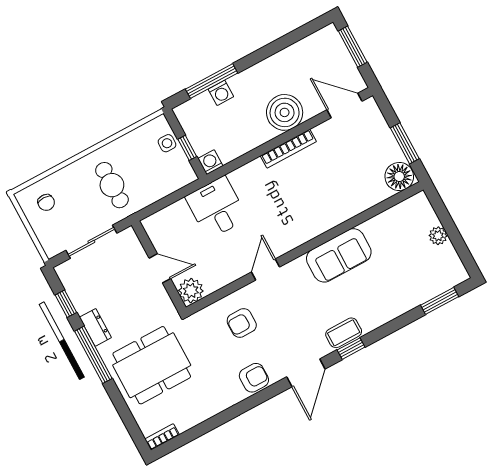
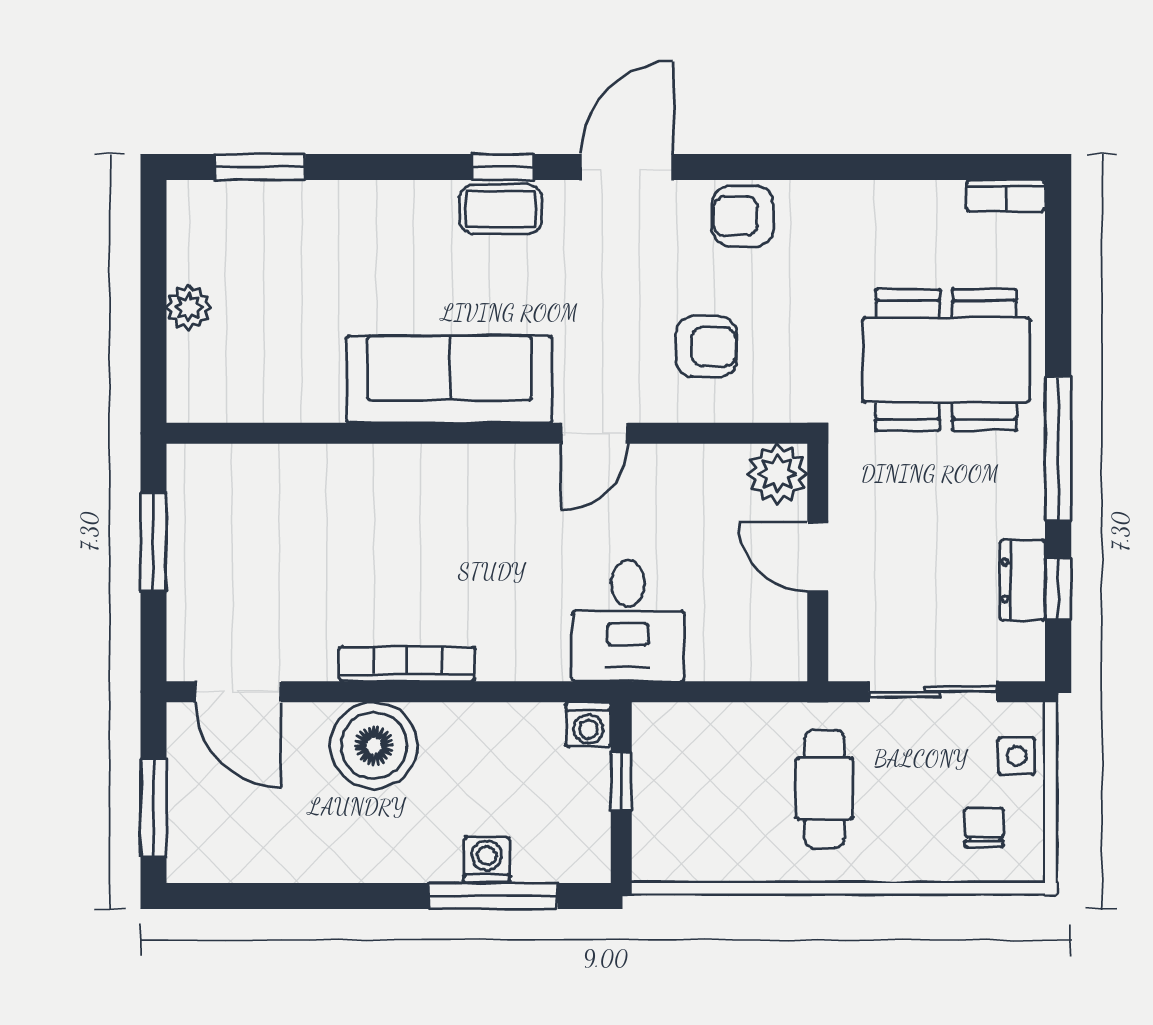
side table: (167, 143) -> (1017, 756), moved
floor lamp: (399, 177) -> (203, 478), removed
sofa: (339, 255) -> (449, 379), width x1.36
dresser: (95, 327) -> (1023, 580), moved

